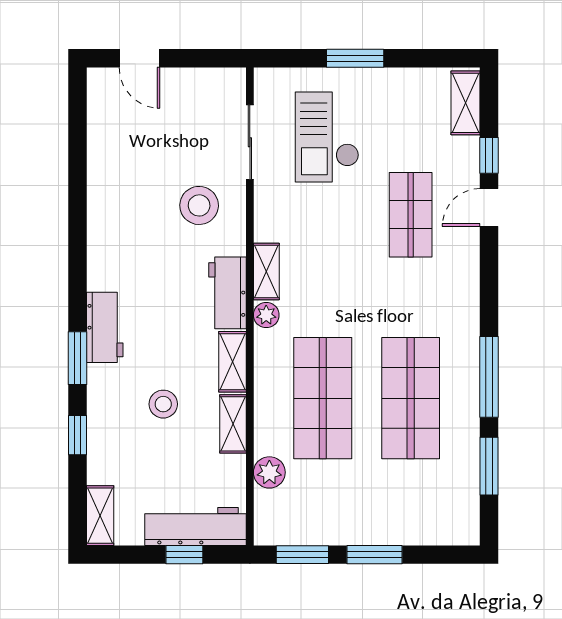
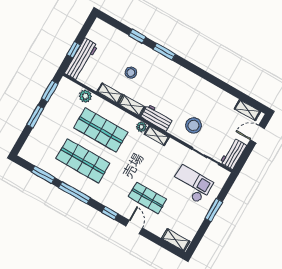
window: (489, 155) -> (110, 213), moved
workbench: (105, 327) -> (233, 154), moved, turned 90
shelving: (100, 516) -> (247, 110), moved

